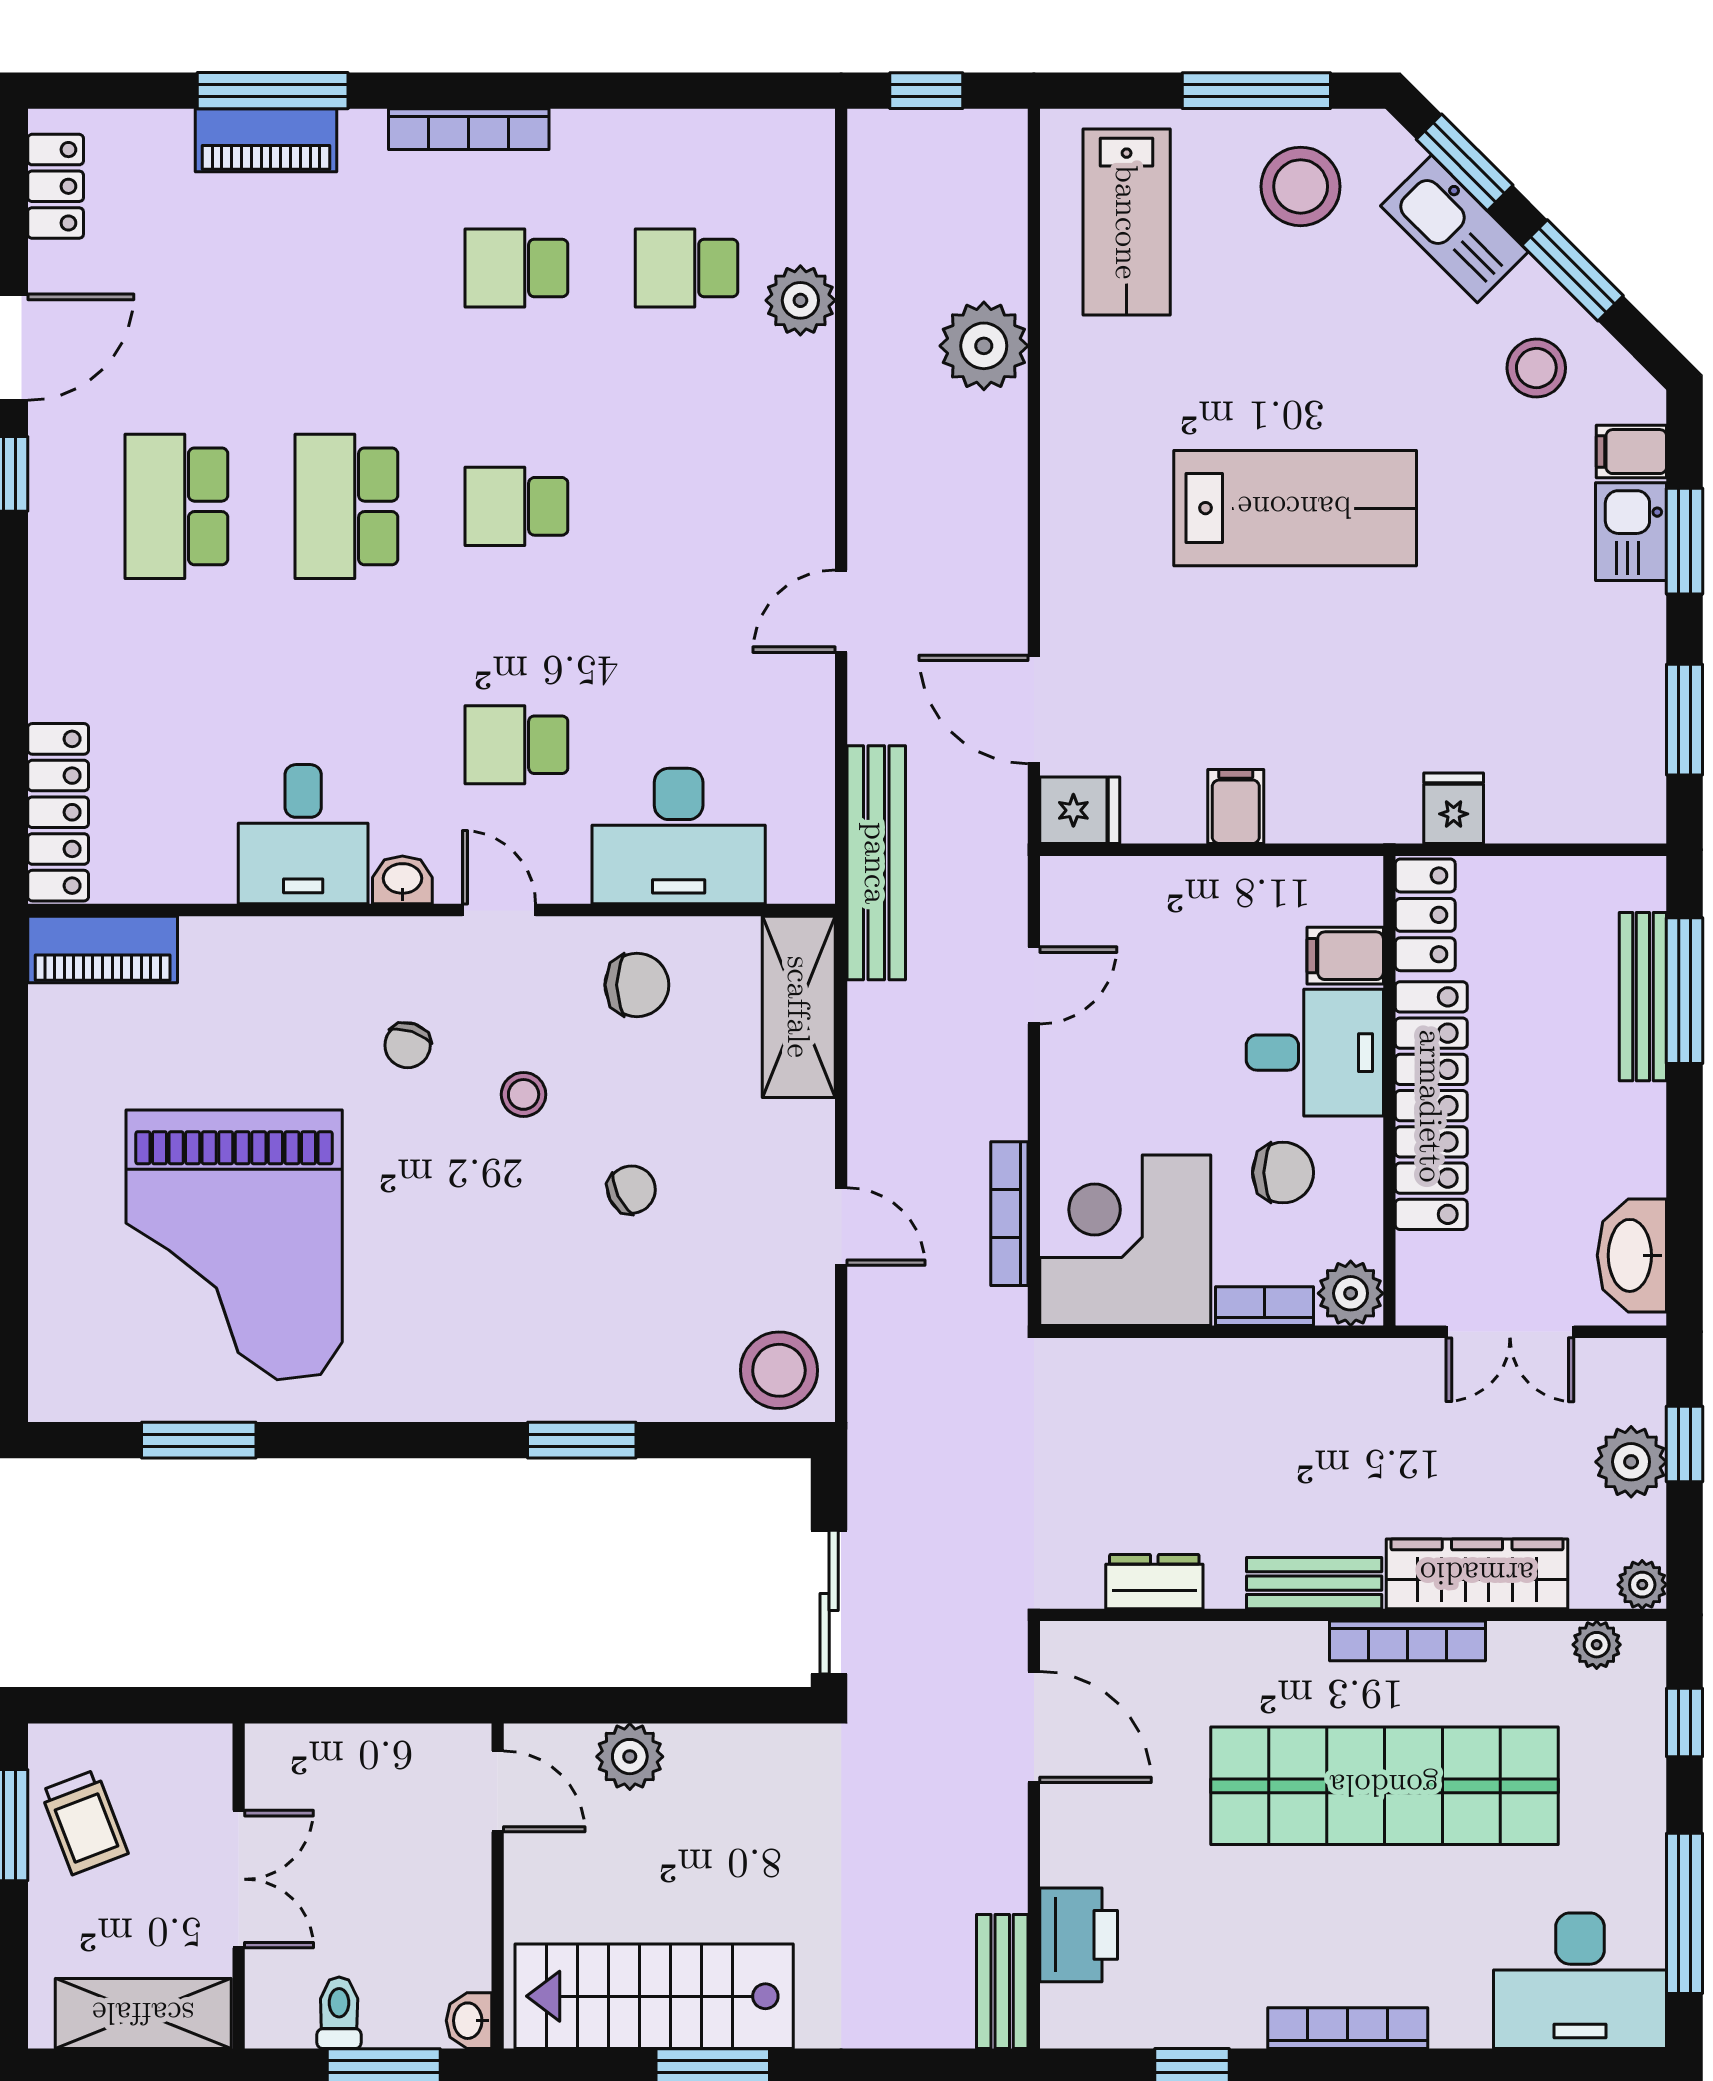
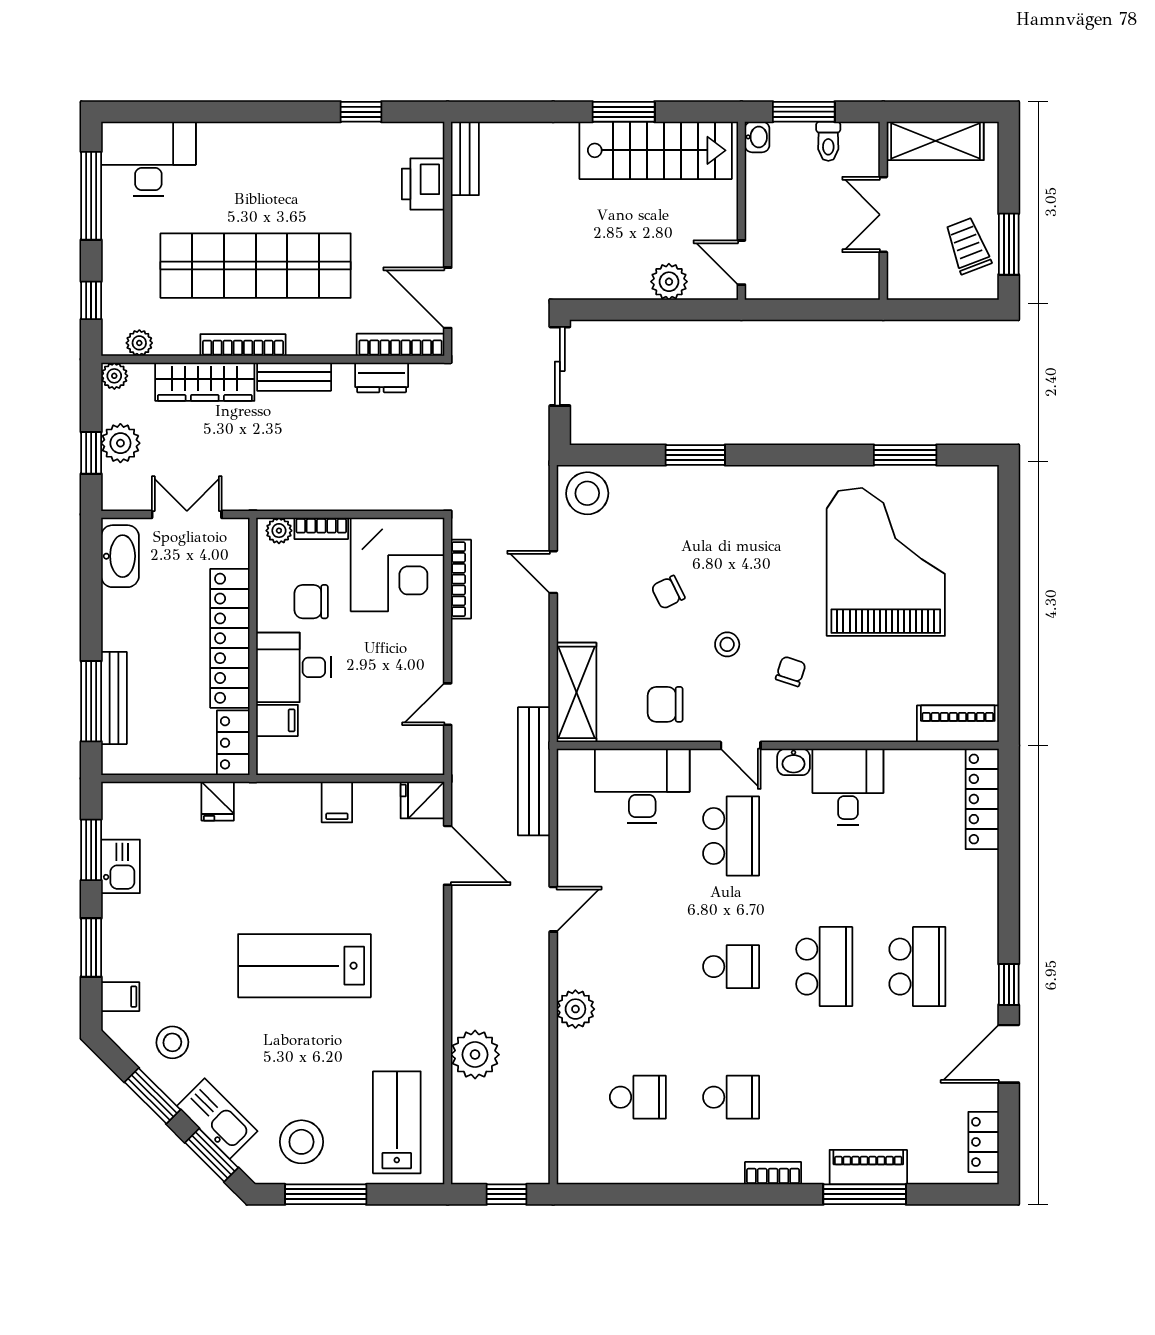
bookcase: (469, 129) -> (773, 1173), width x0.64
plant: (800, 300) -> (575, 1009), moved
kitchen sink: (1631, 532) -> (120, 866), moved
school desk: (516, 745) -> (731, 836), width x1.85
plant: (1351, 1293) -> (279, 531), width x0.73, depth x0.73
bookcase: (1348, 2028) -> (400, 345), moved, turned 180

